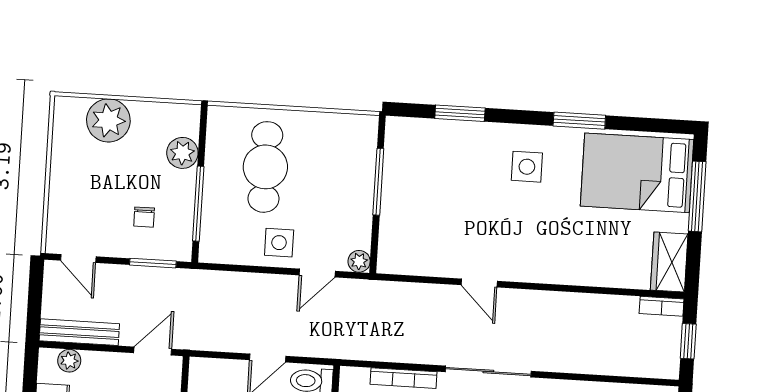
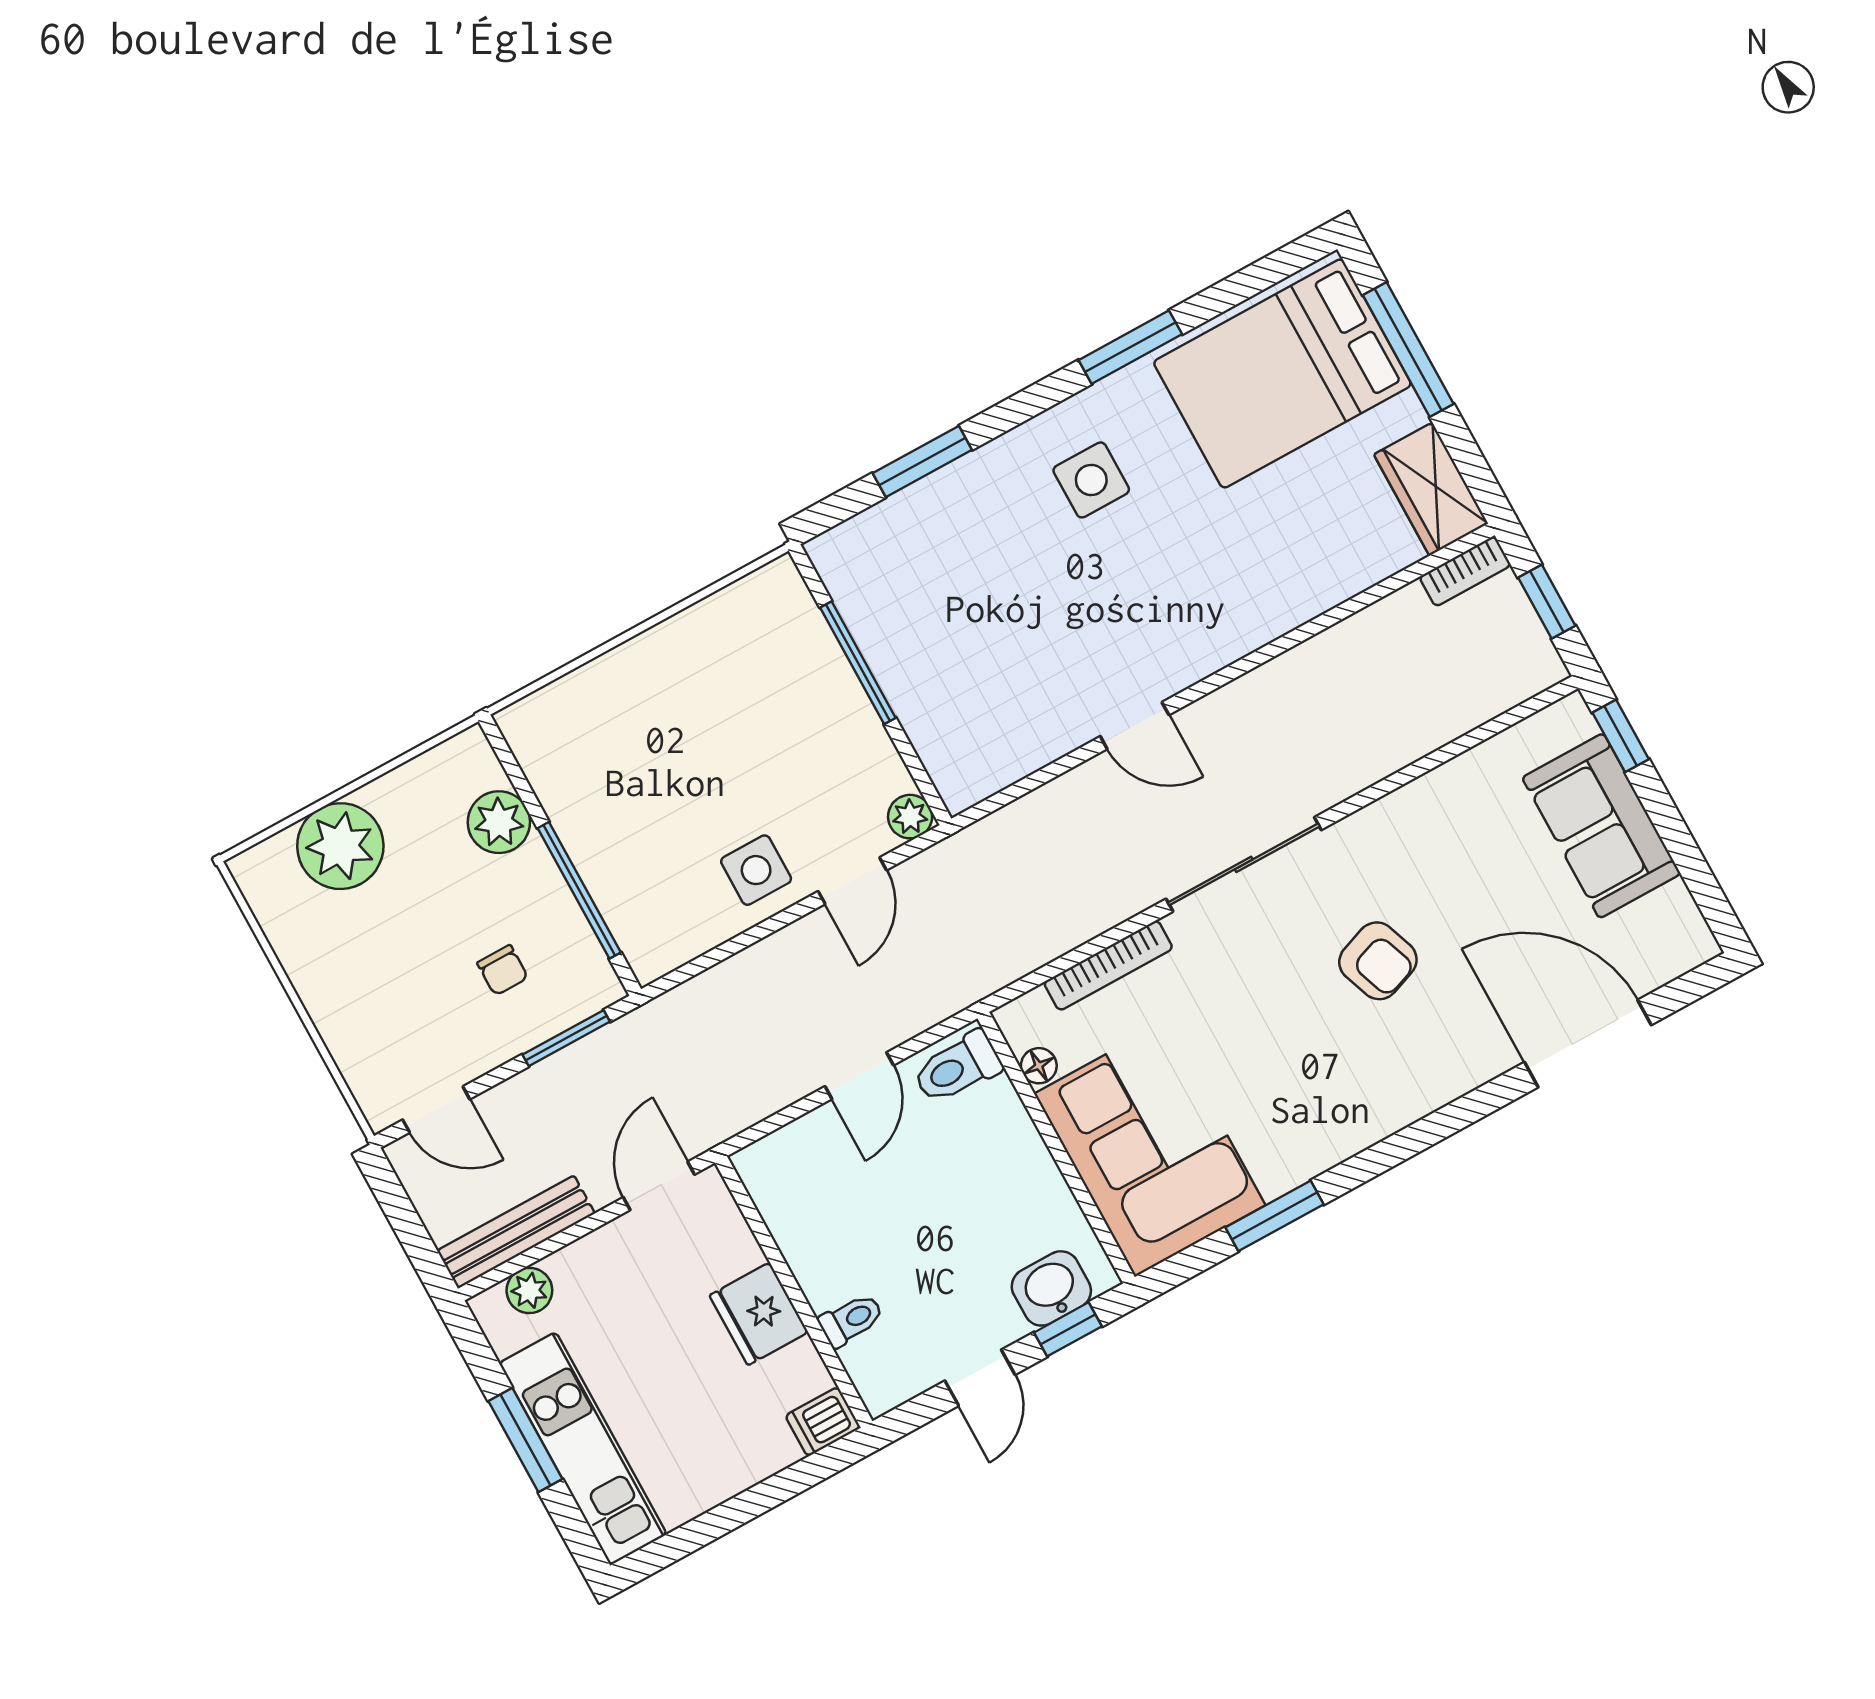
cafe table: (265, 167) -> (653, 758), removed

